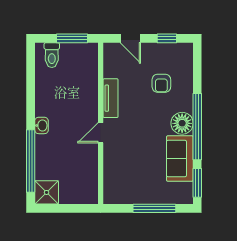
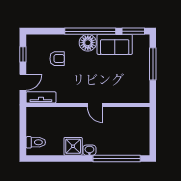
window: (72, 38) -> (23, 127), removed
tv unit: (111, 98) -> (41, 97), moved
shower: (47, 192) -> (73, 146), moved

